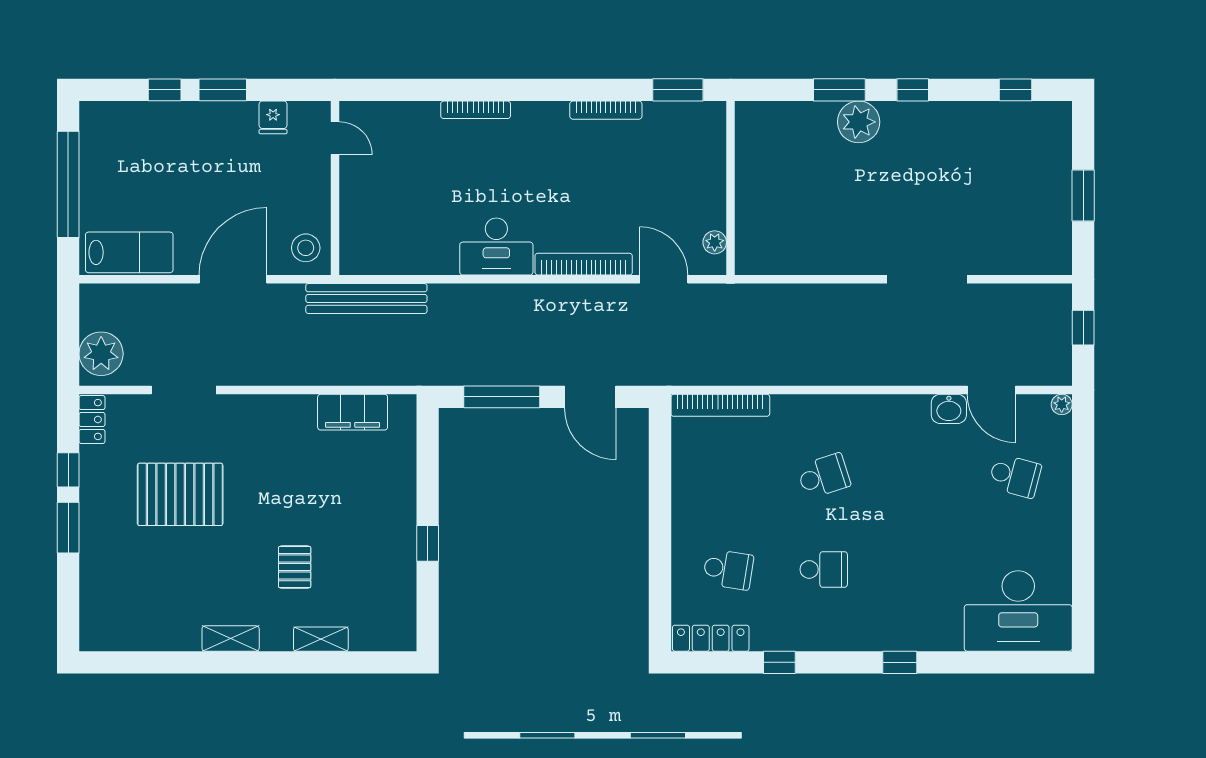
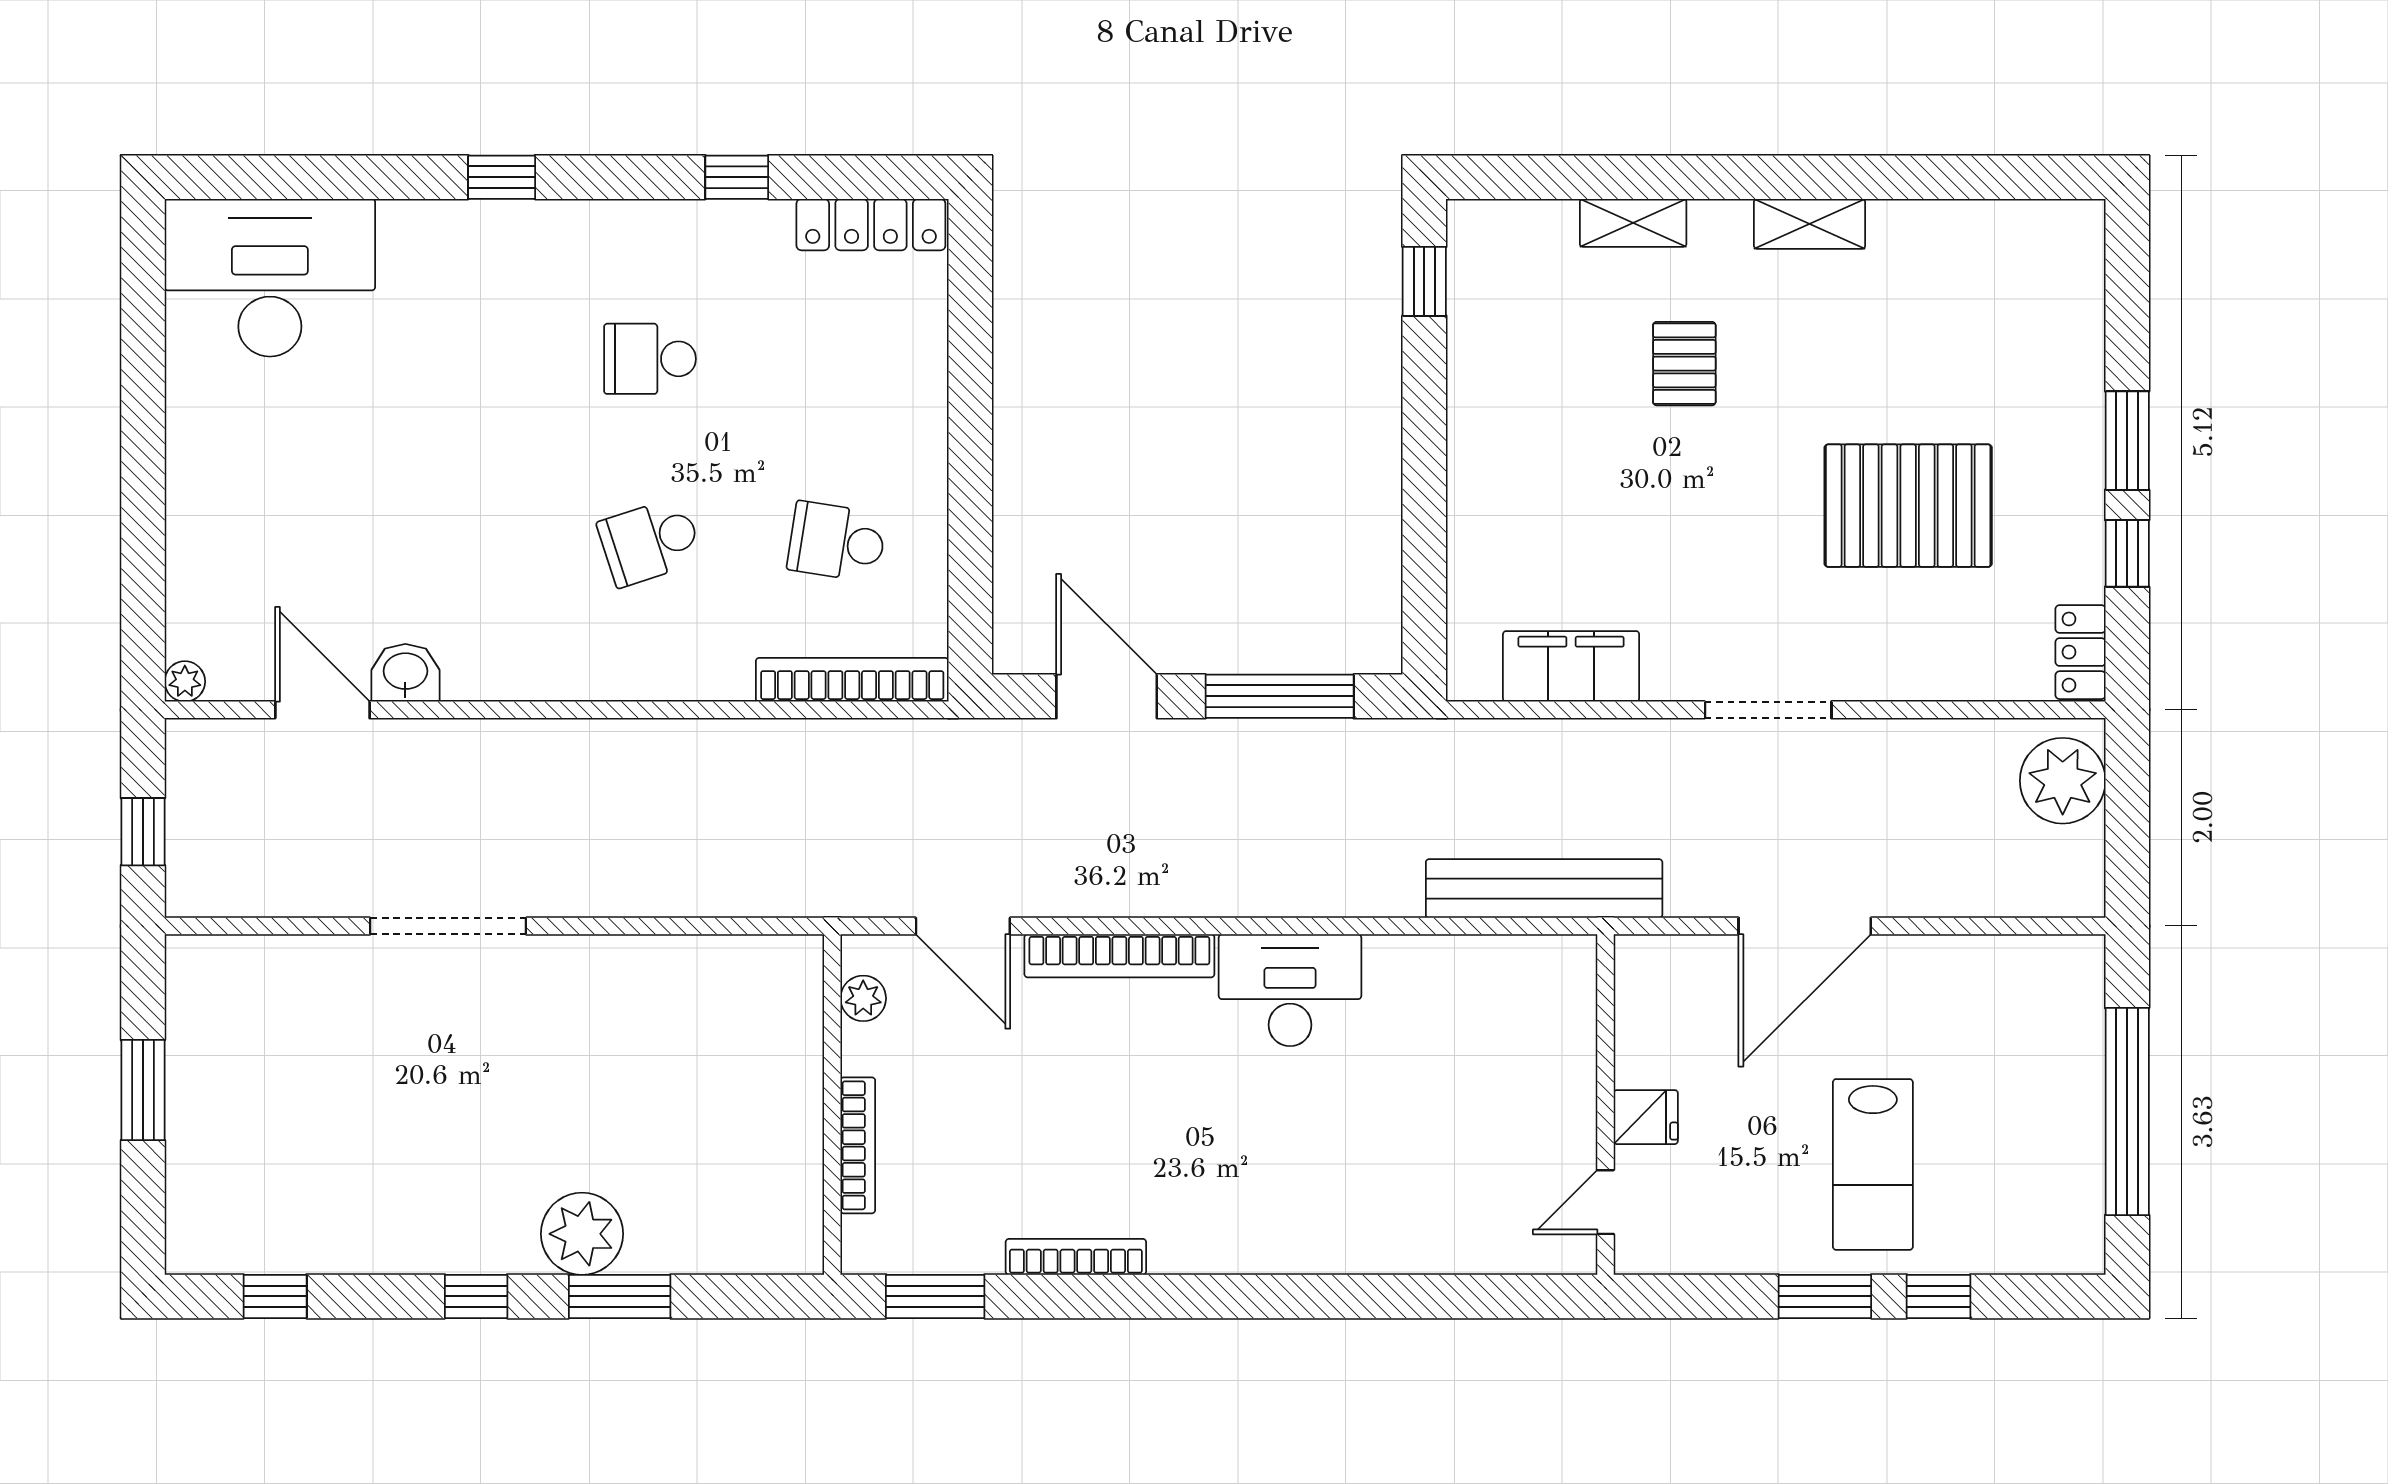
bookcase: (476, 110) -> (858, 1145), moved, turned 90
fridge: (273, 117) -> (1646, 1117), moved, turned 90
door: (335, 138) -> (1605, 1202), hinge flipped
stool: (306, 248) -> (1663, 988), removed
lab bench: (129, 252) -> (1873, 1164), moved, turned -90
doorway: (184, 390) -> (1768, 710), moved
school desk: (1015, 476) -> (276, 542), removed
window: (428, 543) -> (1424, 281), moved
school desk: (728, 569) -> (837, 542), moved

